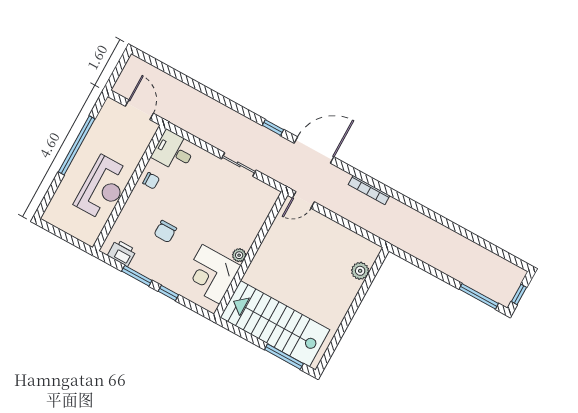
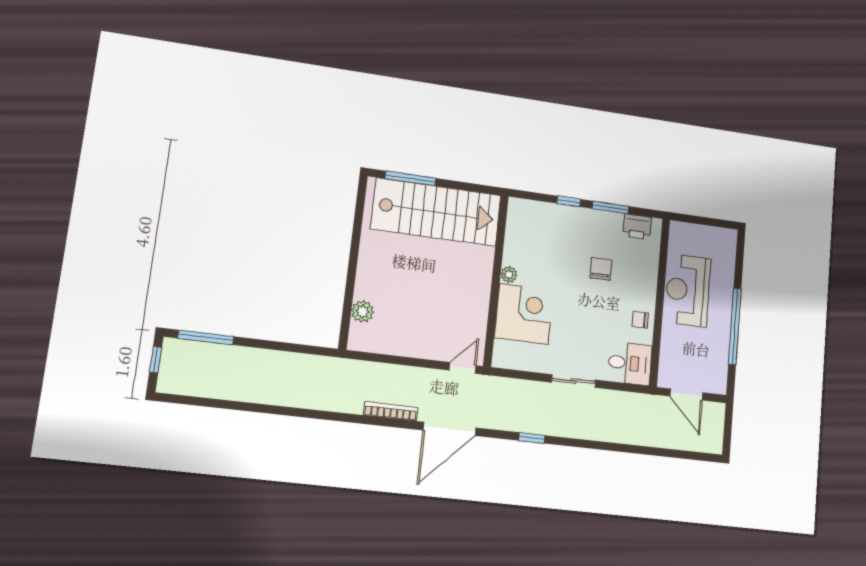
door: (314, 150) -> (450, 429), moved
sliding door: (239, 164) -> (574, 381), moved
corner desk: (211, 274) -> (524, 314), moved

